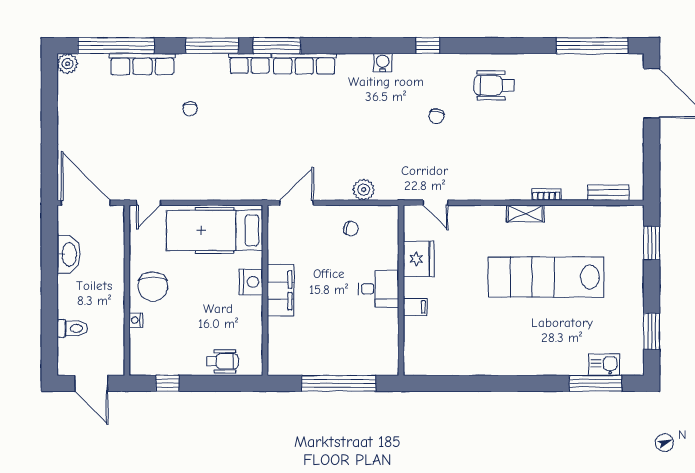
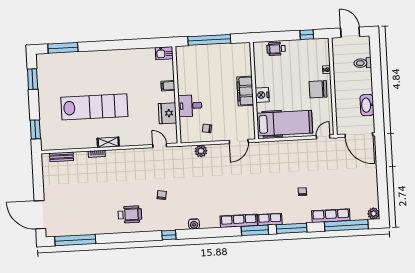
chair: (153, 287) -> (318, 89), turned -90
desk: (378, 289) -> (190, 106), moved
kitchen sink: (604, 364) -> (164, 53), moved

